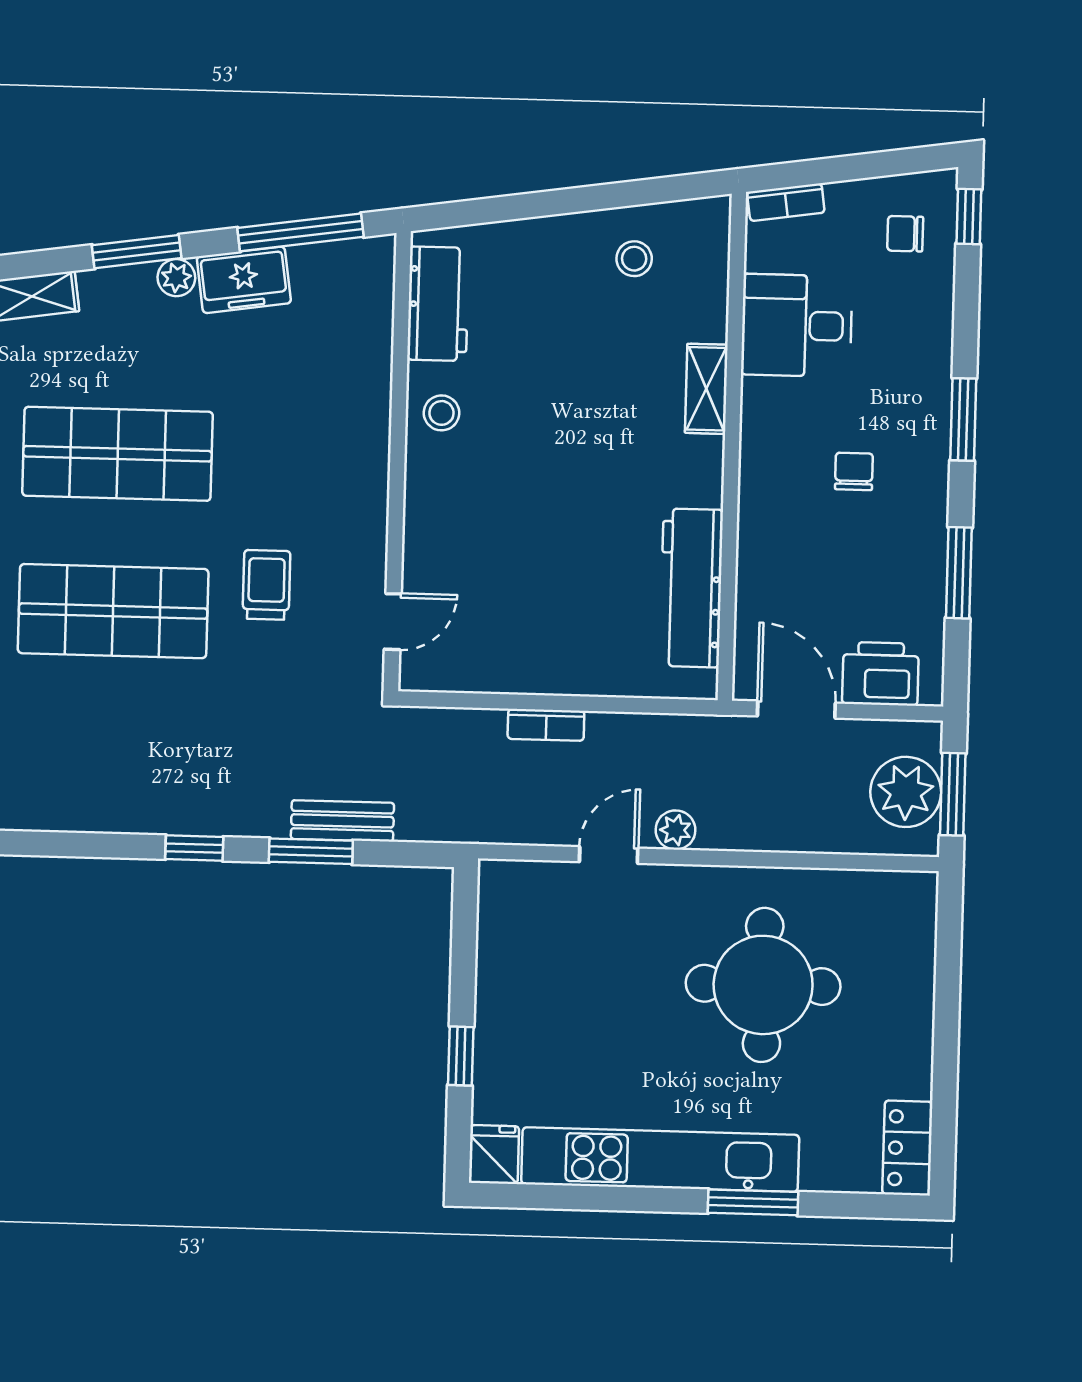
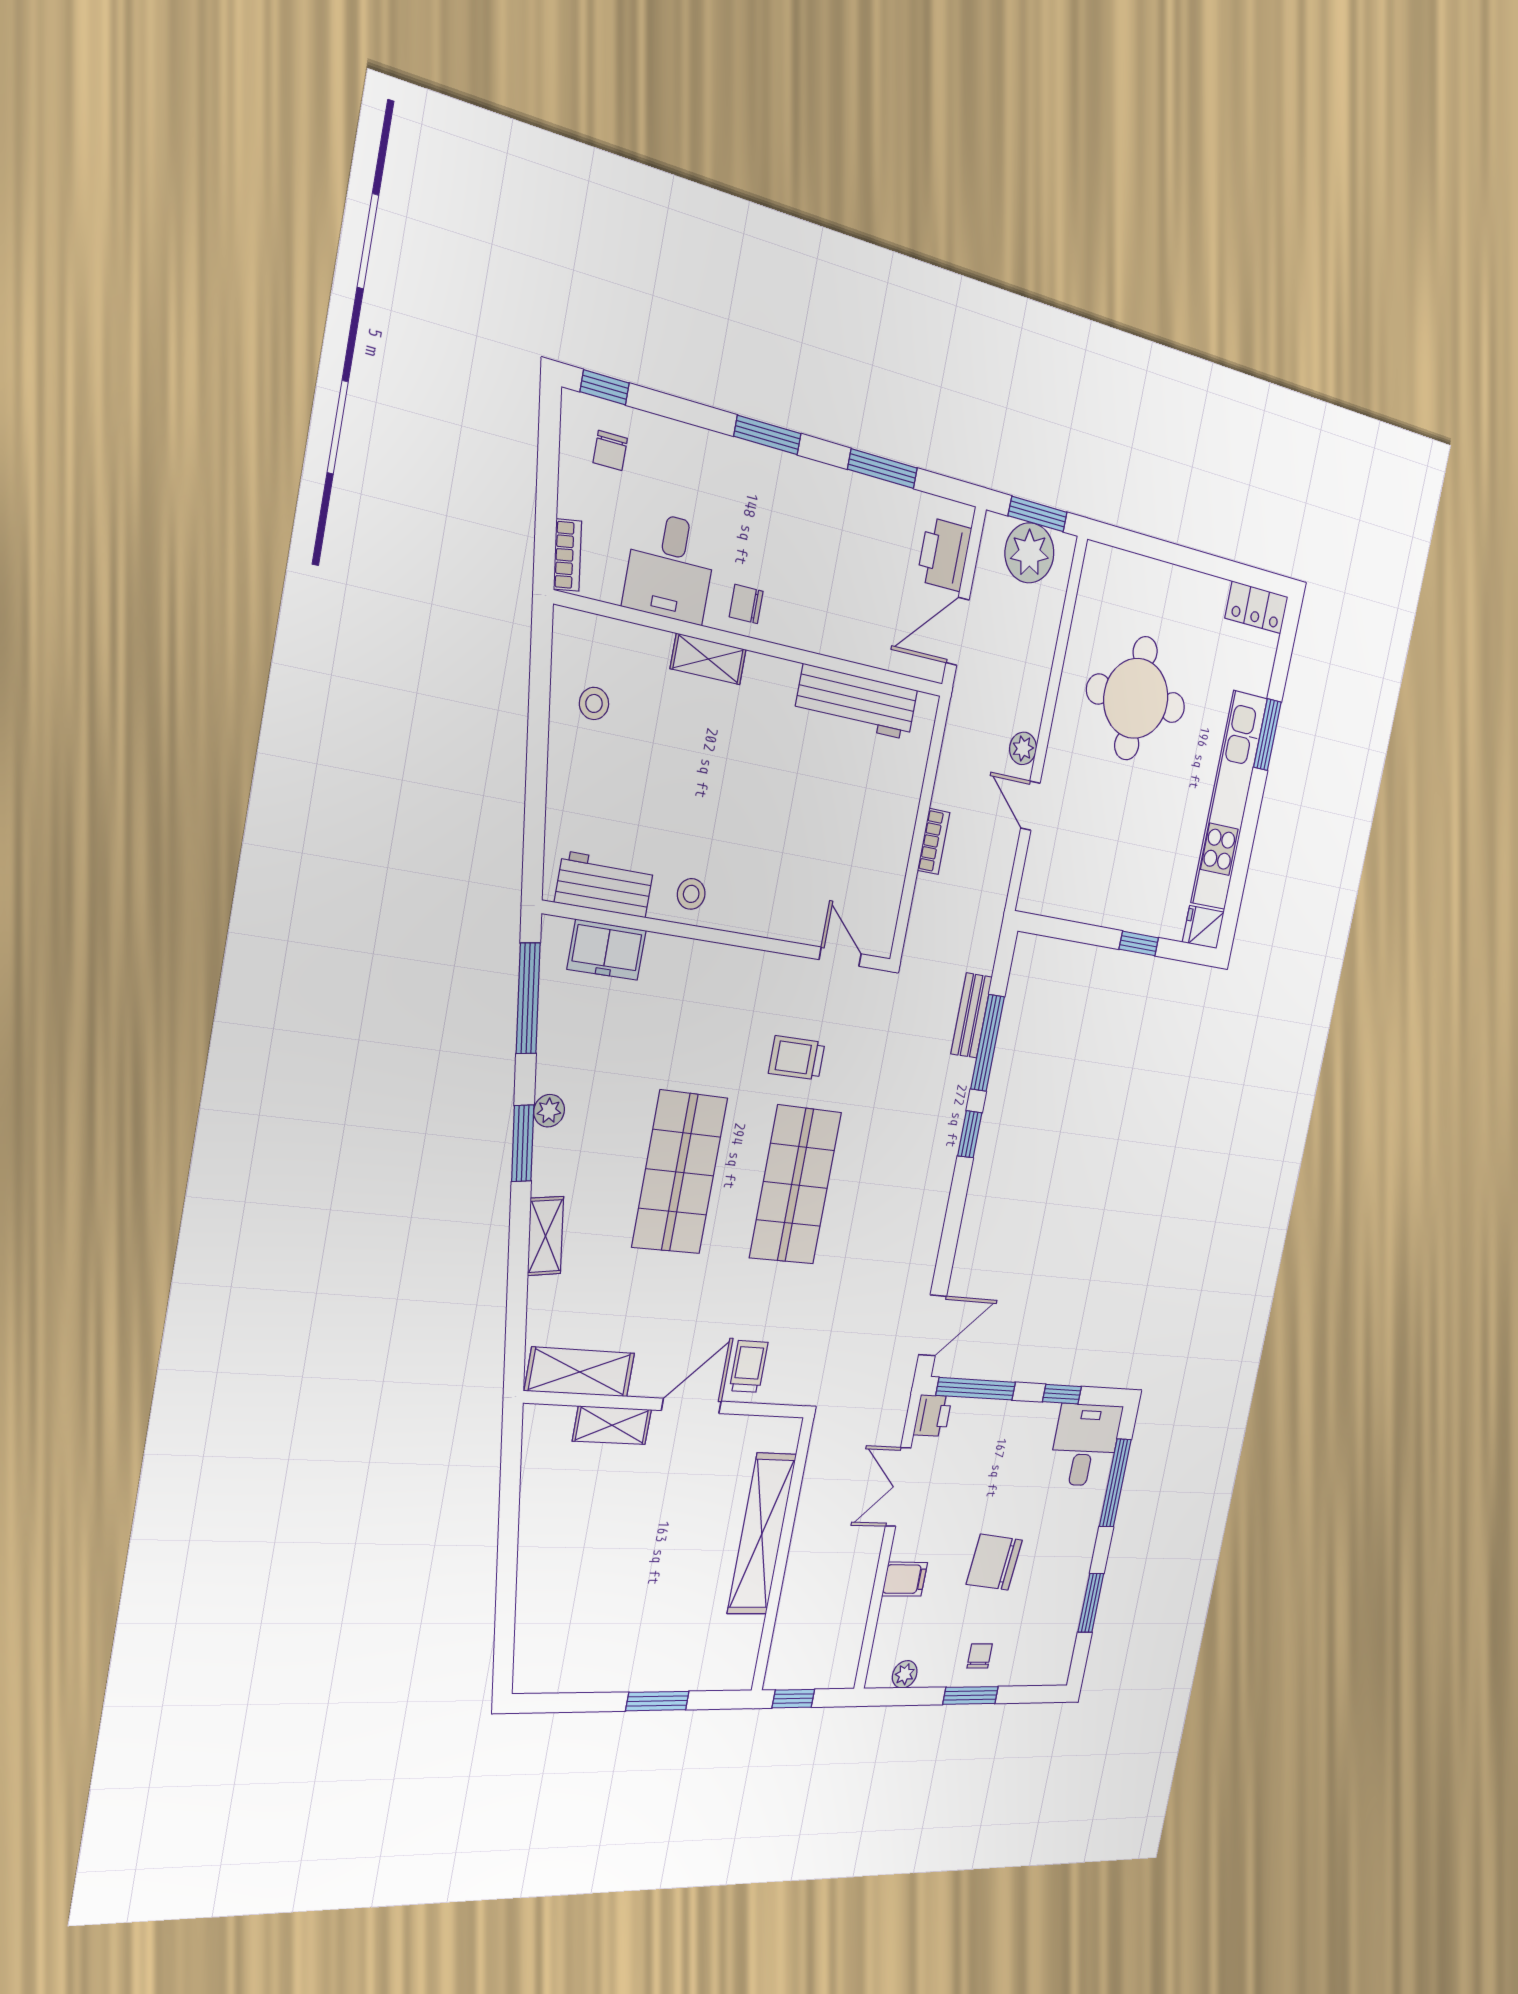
freezer: (244, 280) -> (607, 950), moved, turned 98
chair: (854, 471) -> (746, 604), moved
window: (311, 851) -> (987, 1043), width x1.44

